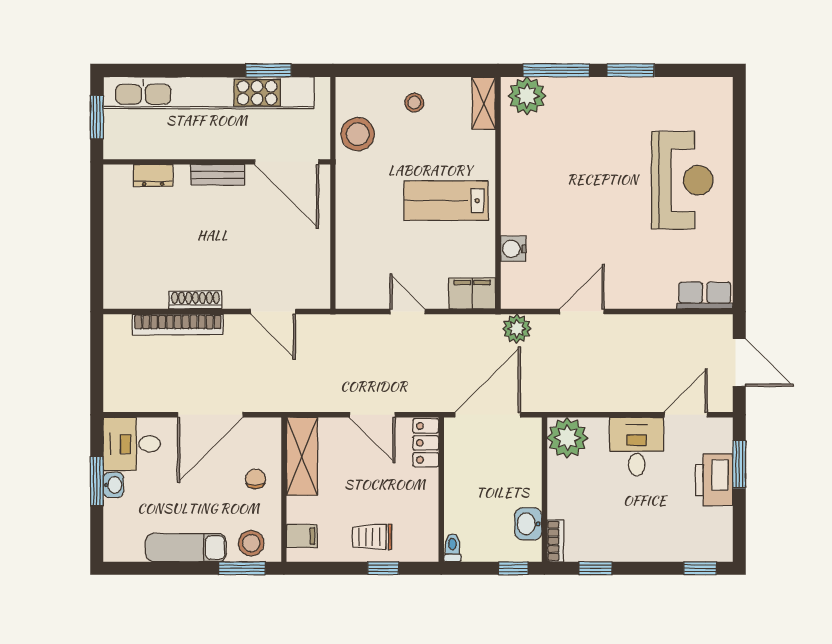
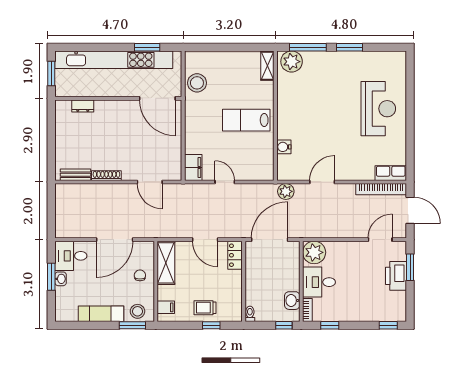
stool: (414, 103) -> (229, 65), removed
bench: (218, 175) -> (75, 175), moved
filing cabinet: (472, 293) -> (193, 167), moved, turned 90
bookcase: (178, 324) -> (381, 189), moved
desk: (637, 447) -> (319, 282), moved, turned -90

